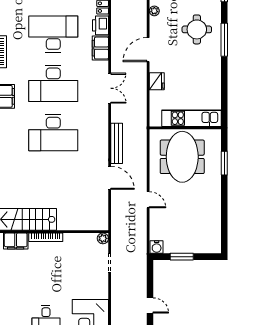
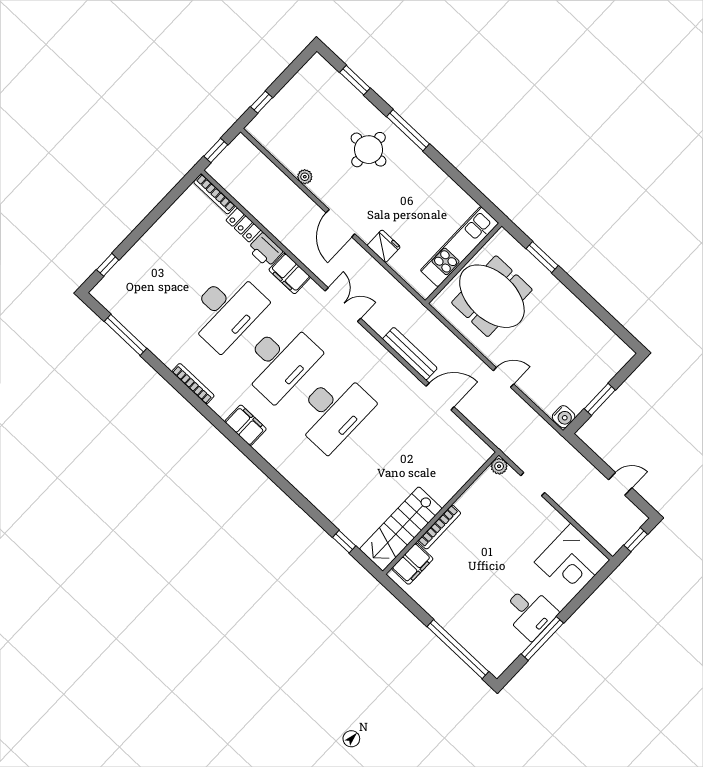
desk: (53, 34) -> (226, 310), turned 180

